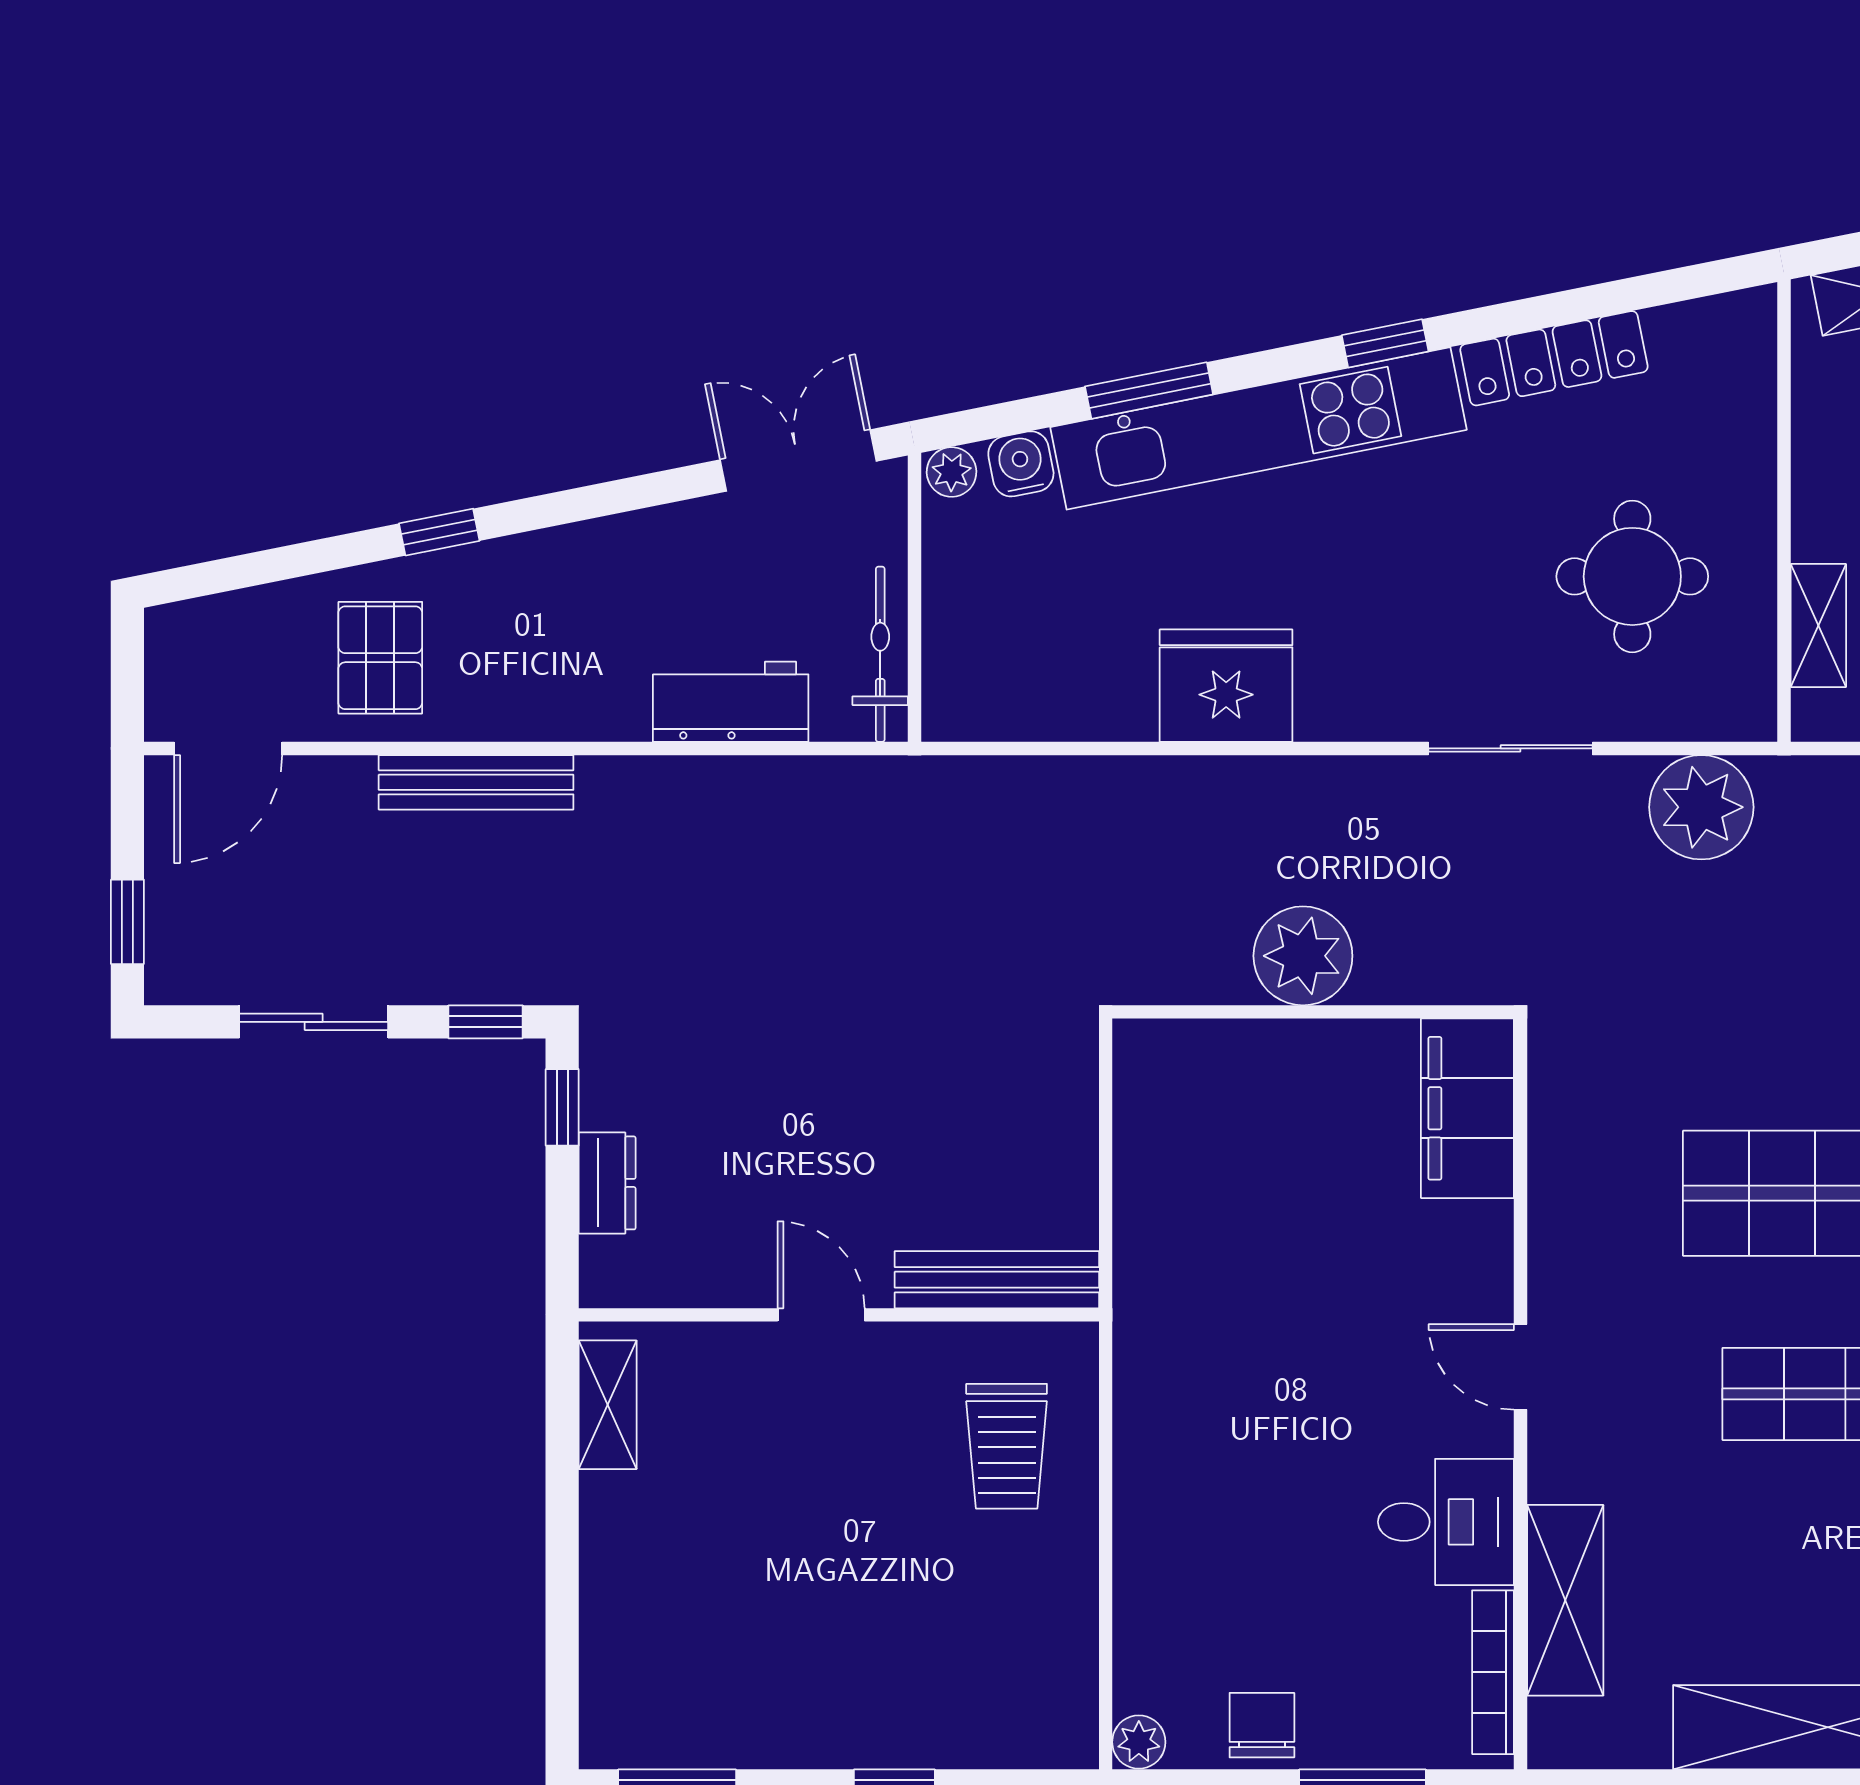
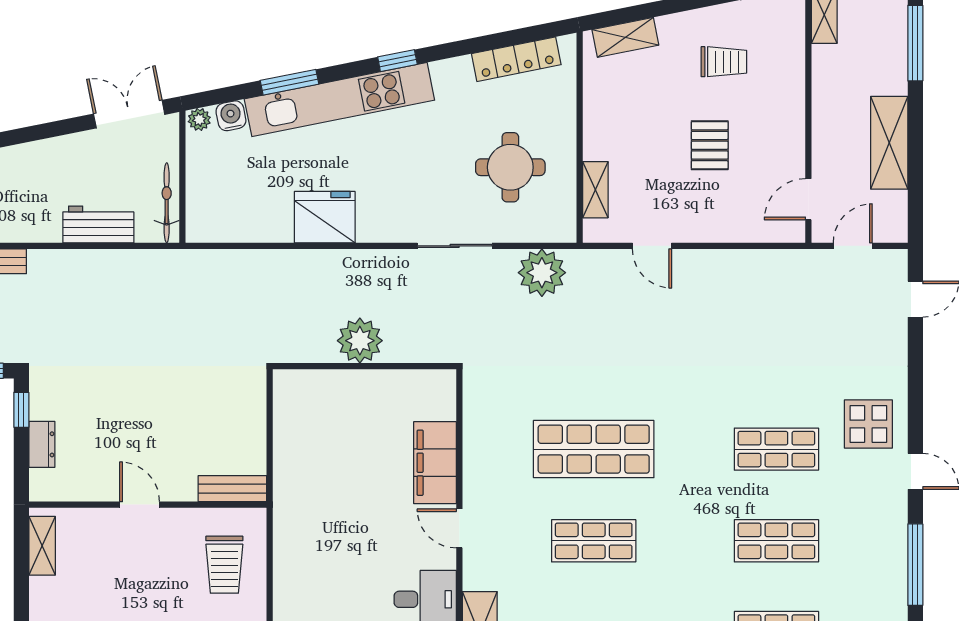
locker: (1554, 358) -> (516, 59), moved
filing cabinet: (1467, 1108) -> (435, 463), moved
bench: (997, 1280) -> (232, 489), width x0.73

